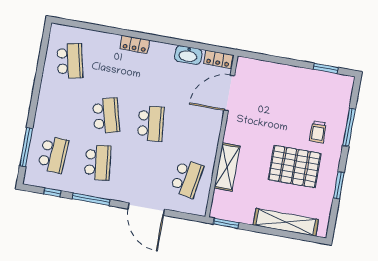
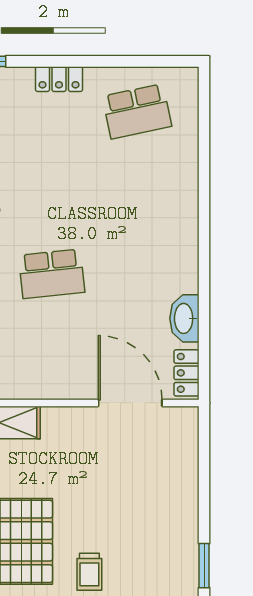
locker: (135, 44) -> (59, 79), moved, turned -90
school desk: (106, 116) -> (52, 193), removed
trolley: (318, 132) -> (89, 572), turned -90

